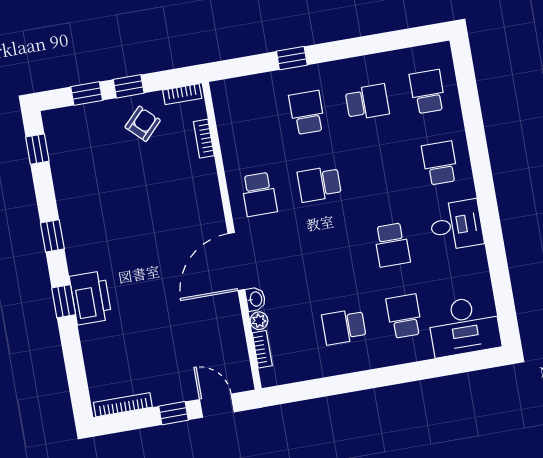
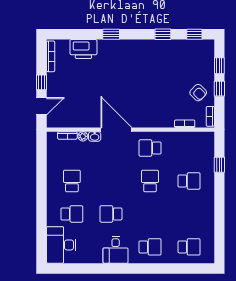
window: (292, 58) -> (219, 165), moved
school desk: (367, 102) -> (189, 214), removed
window: (52, 236) -> (163, 34), moved
printer: (91, 298) -> (83, 49), moved

